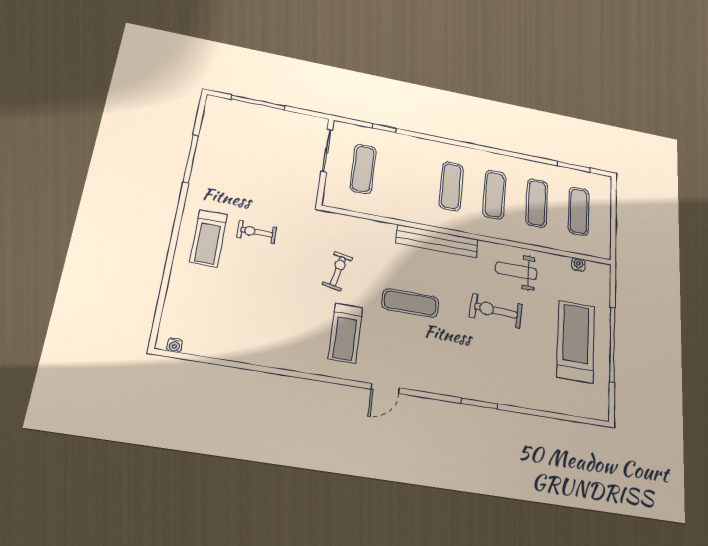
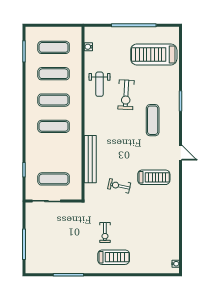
bench: (437, 241) -> (90, 159), moved
exercise mat: (410, 303) -> (153, 120), moved
treadmill: (576, 341) -> (154, 54), moved

